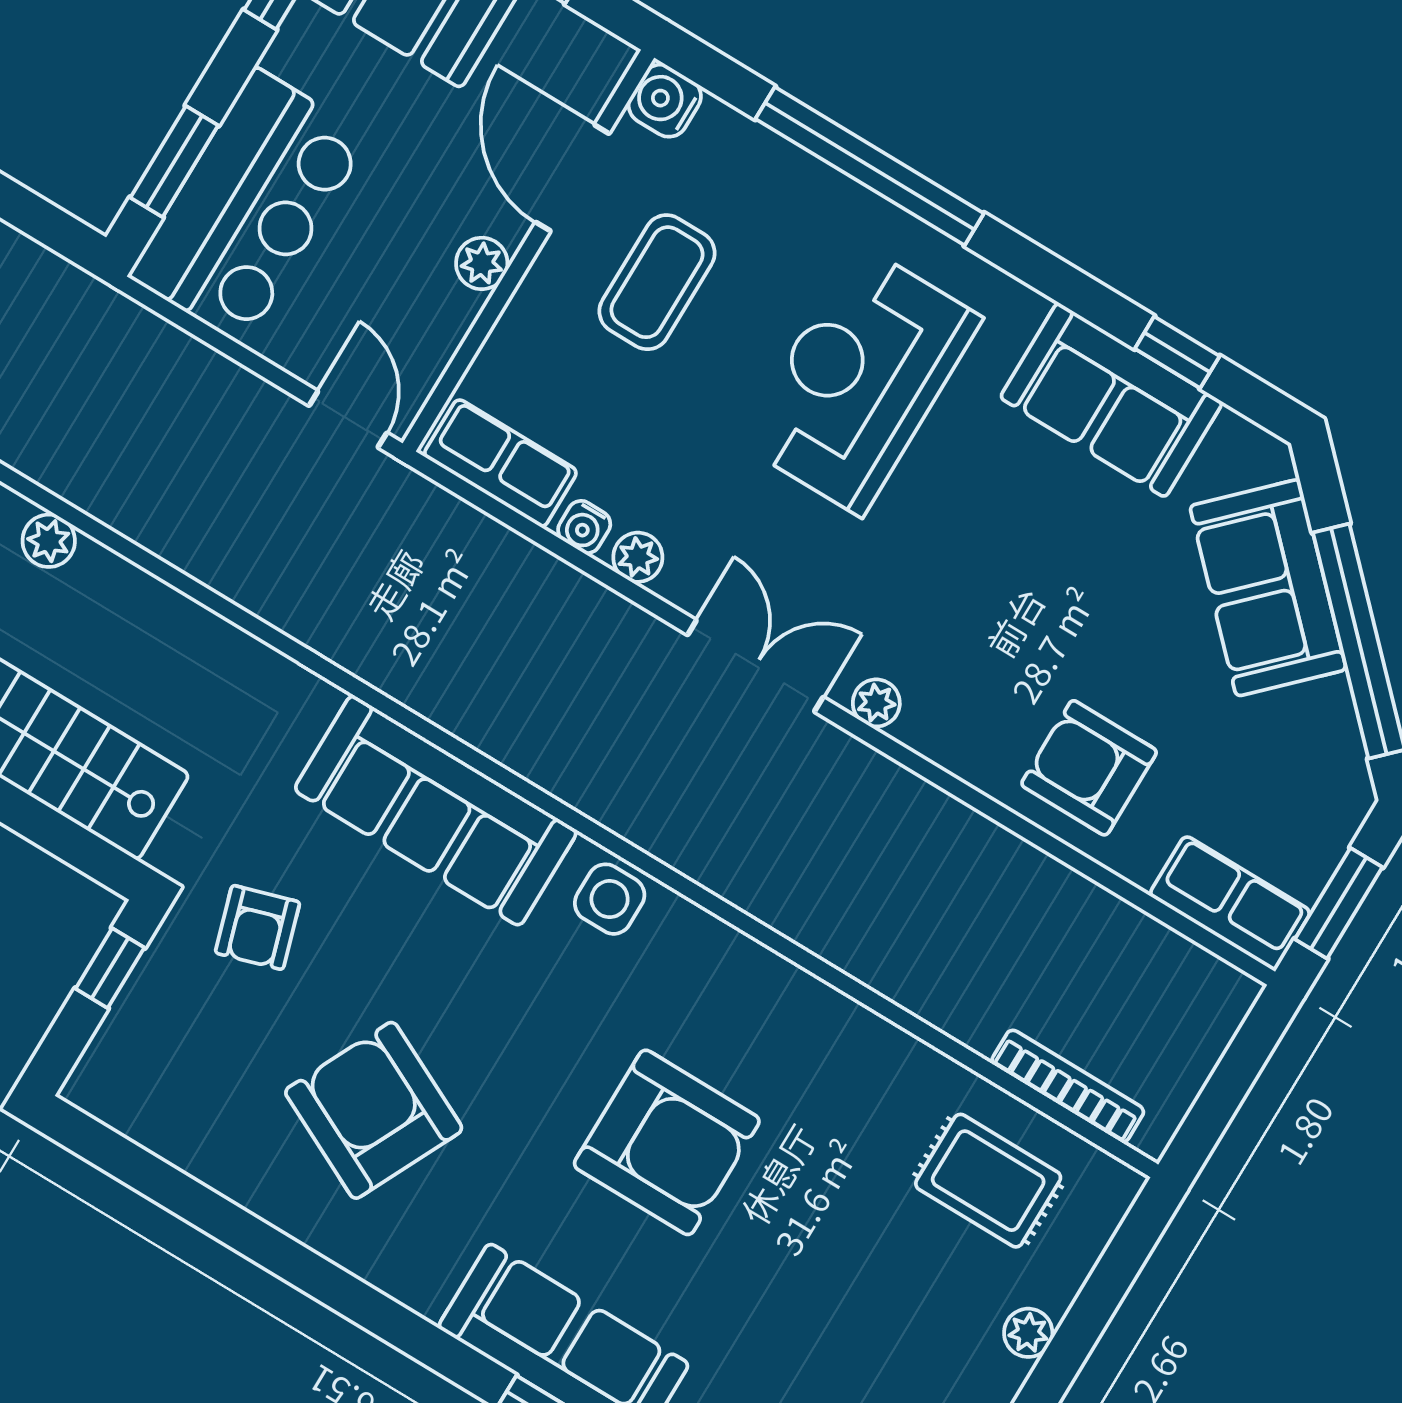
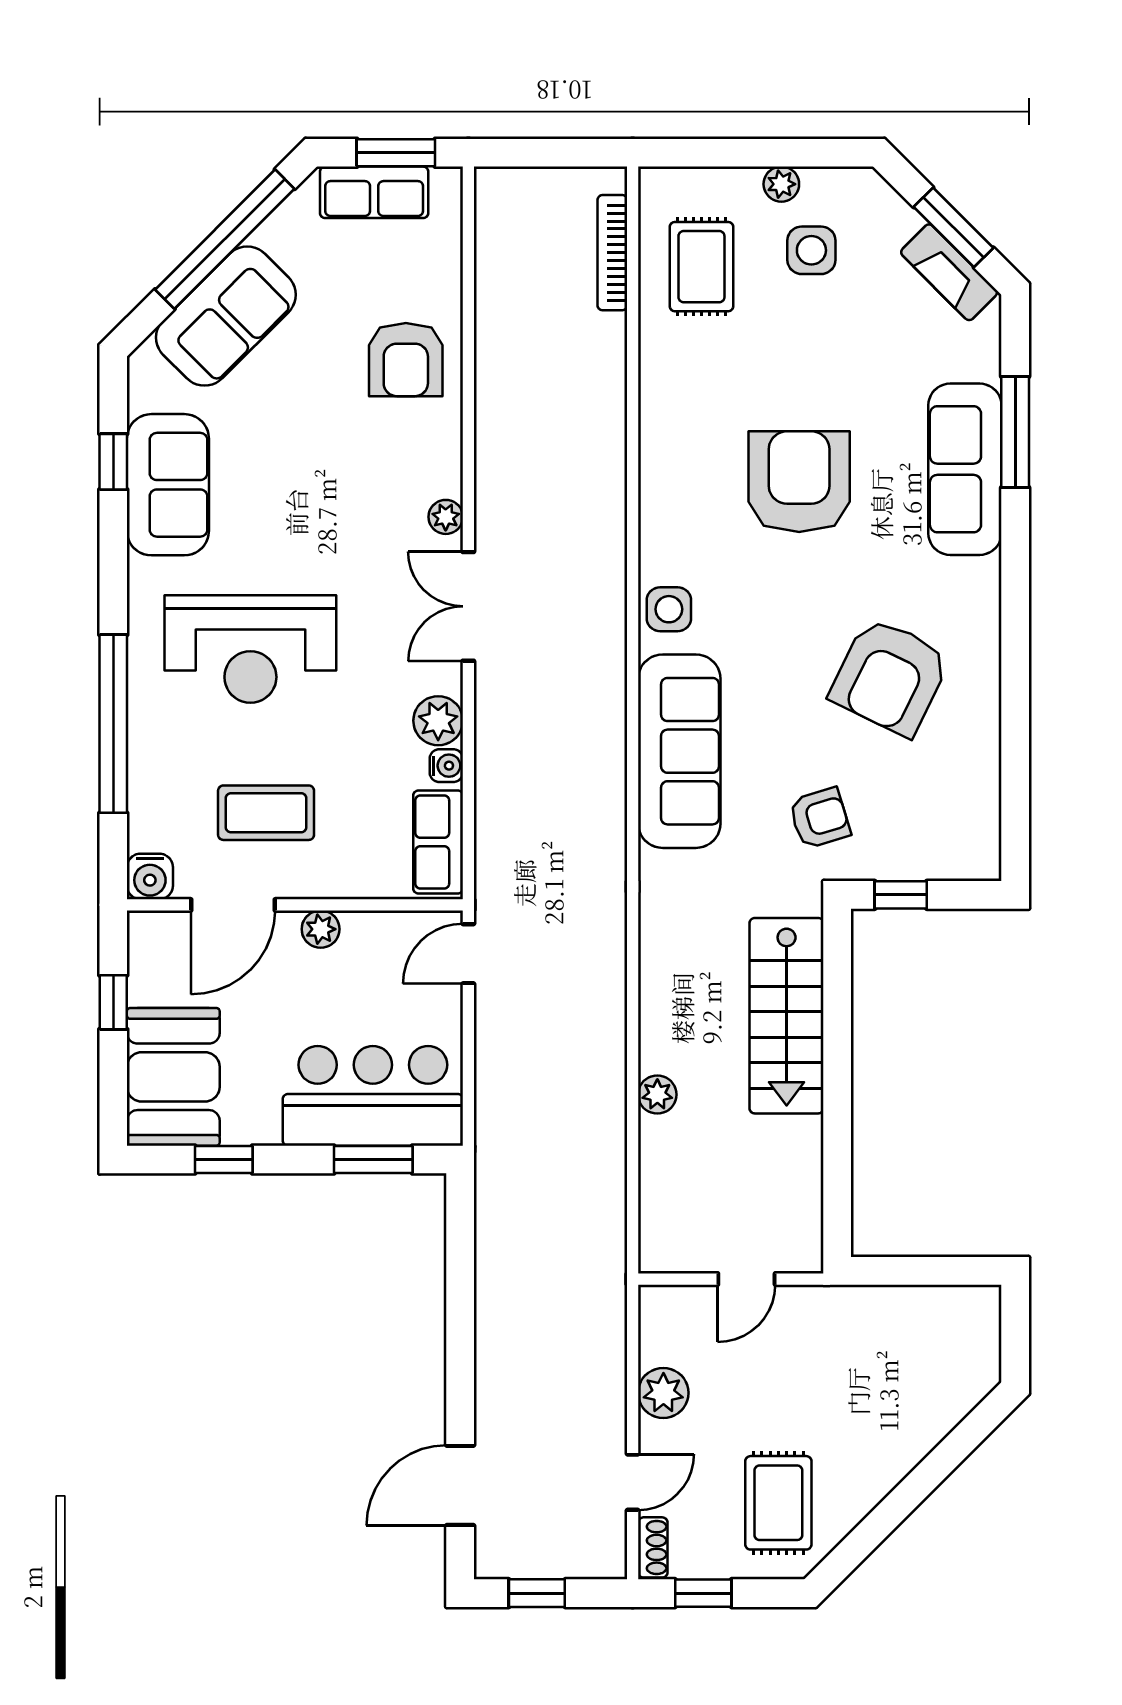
plant: (638, 557) -> (438, 721), width x1.38, depth x1.38
row of seats: (1230, 903) -> (374, 192), moved, turned -90
side table: (929, 1321) -> (811, 250), added

